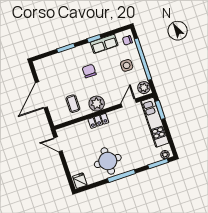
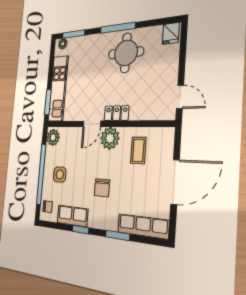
row of seats: (51, 61) -> (143, 226), added
door: (129, 103) -> (92, 124), moved

